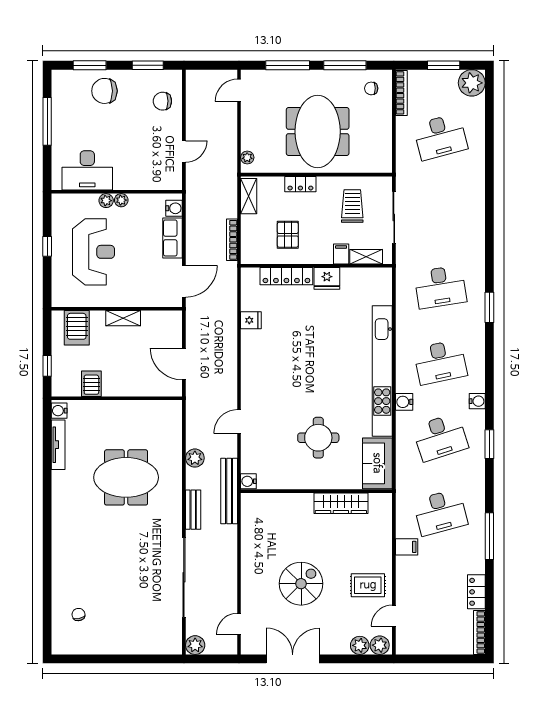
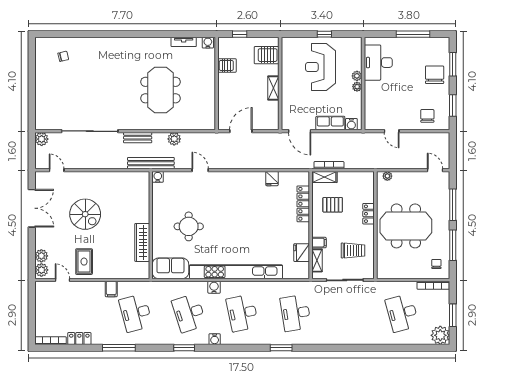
shelving: (249, 196) -> (324, 177), moved
reception desk: (94, 252) -> (320, 67), turned 90
fridge: (327, 278) -> (302, 253), moved
tv unit: (58, 445) -> (184, 42), width x0.71

